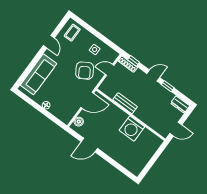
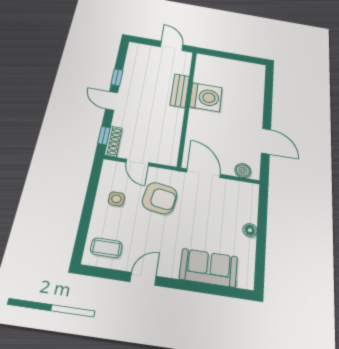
armchair: (85, 71) -> (160, 198), turned 40
sofa: (38, 74) -> (209, 268), width x0.73
bench: (125, 103) -> (180, 91), moved
dresser: (180, 104) -> (134, 53), removed

